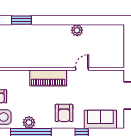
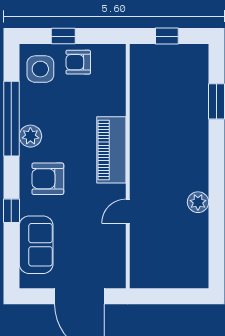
door: (82, 69) -> (128, 211), swing flipped
plant: (29, 122) -> (30, 136), moved

